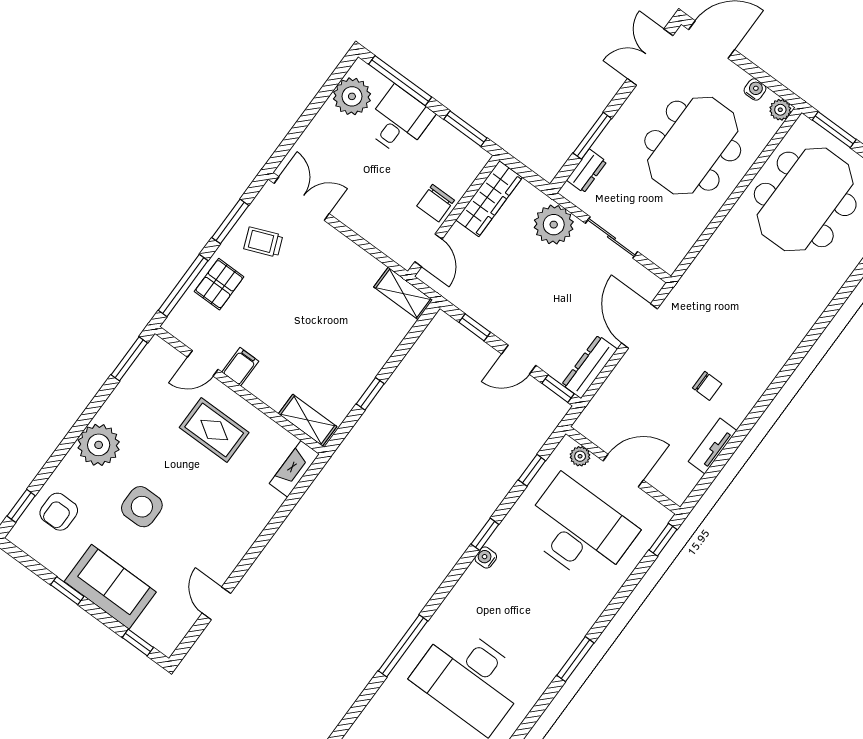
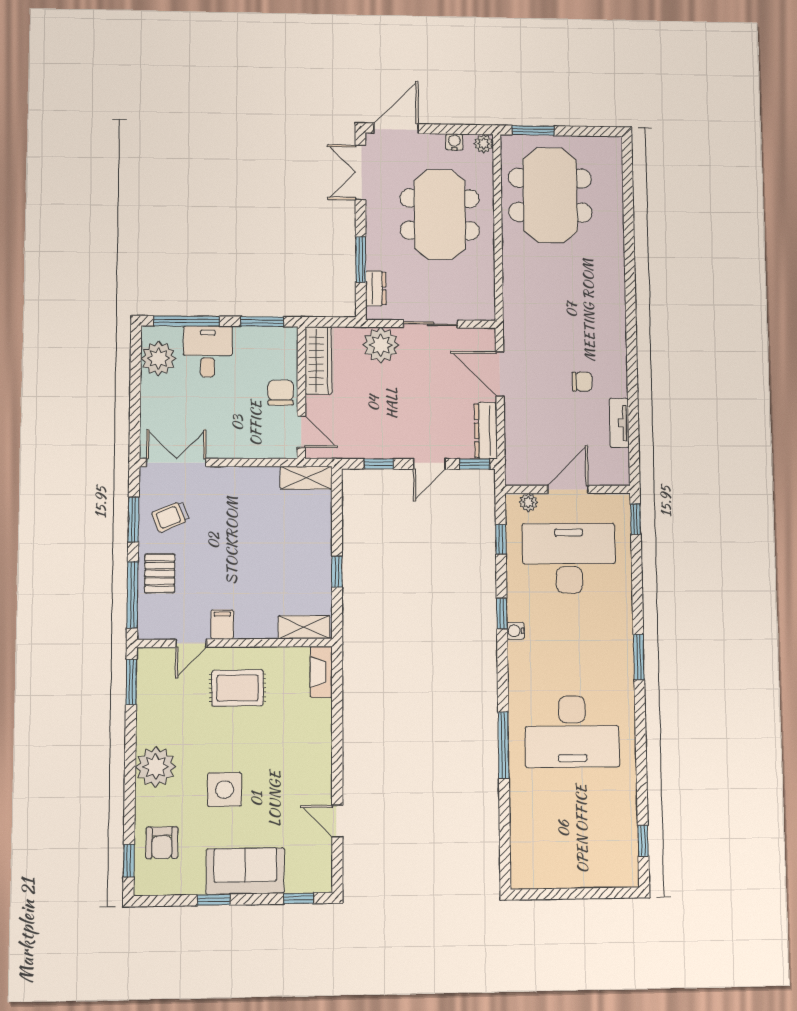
chair: (436, 203) -> (281, 393), turned 180

